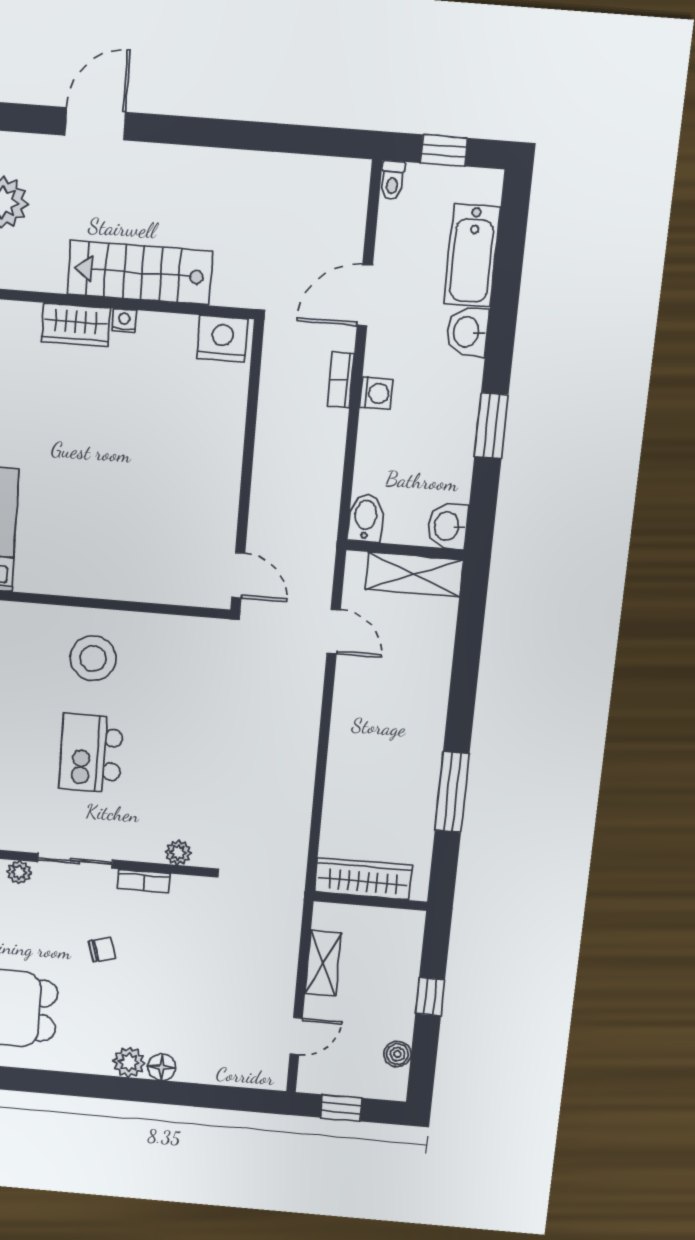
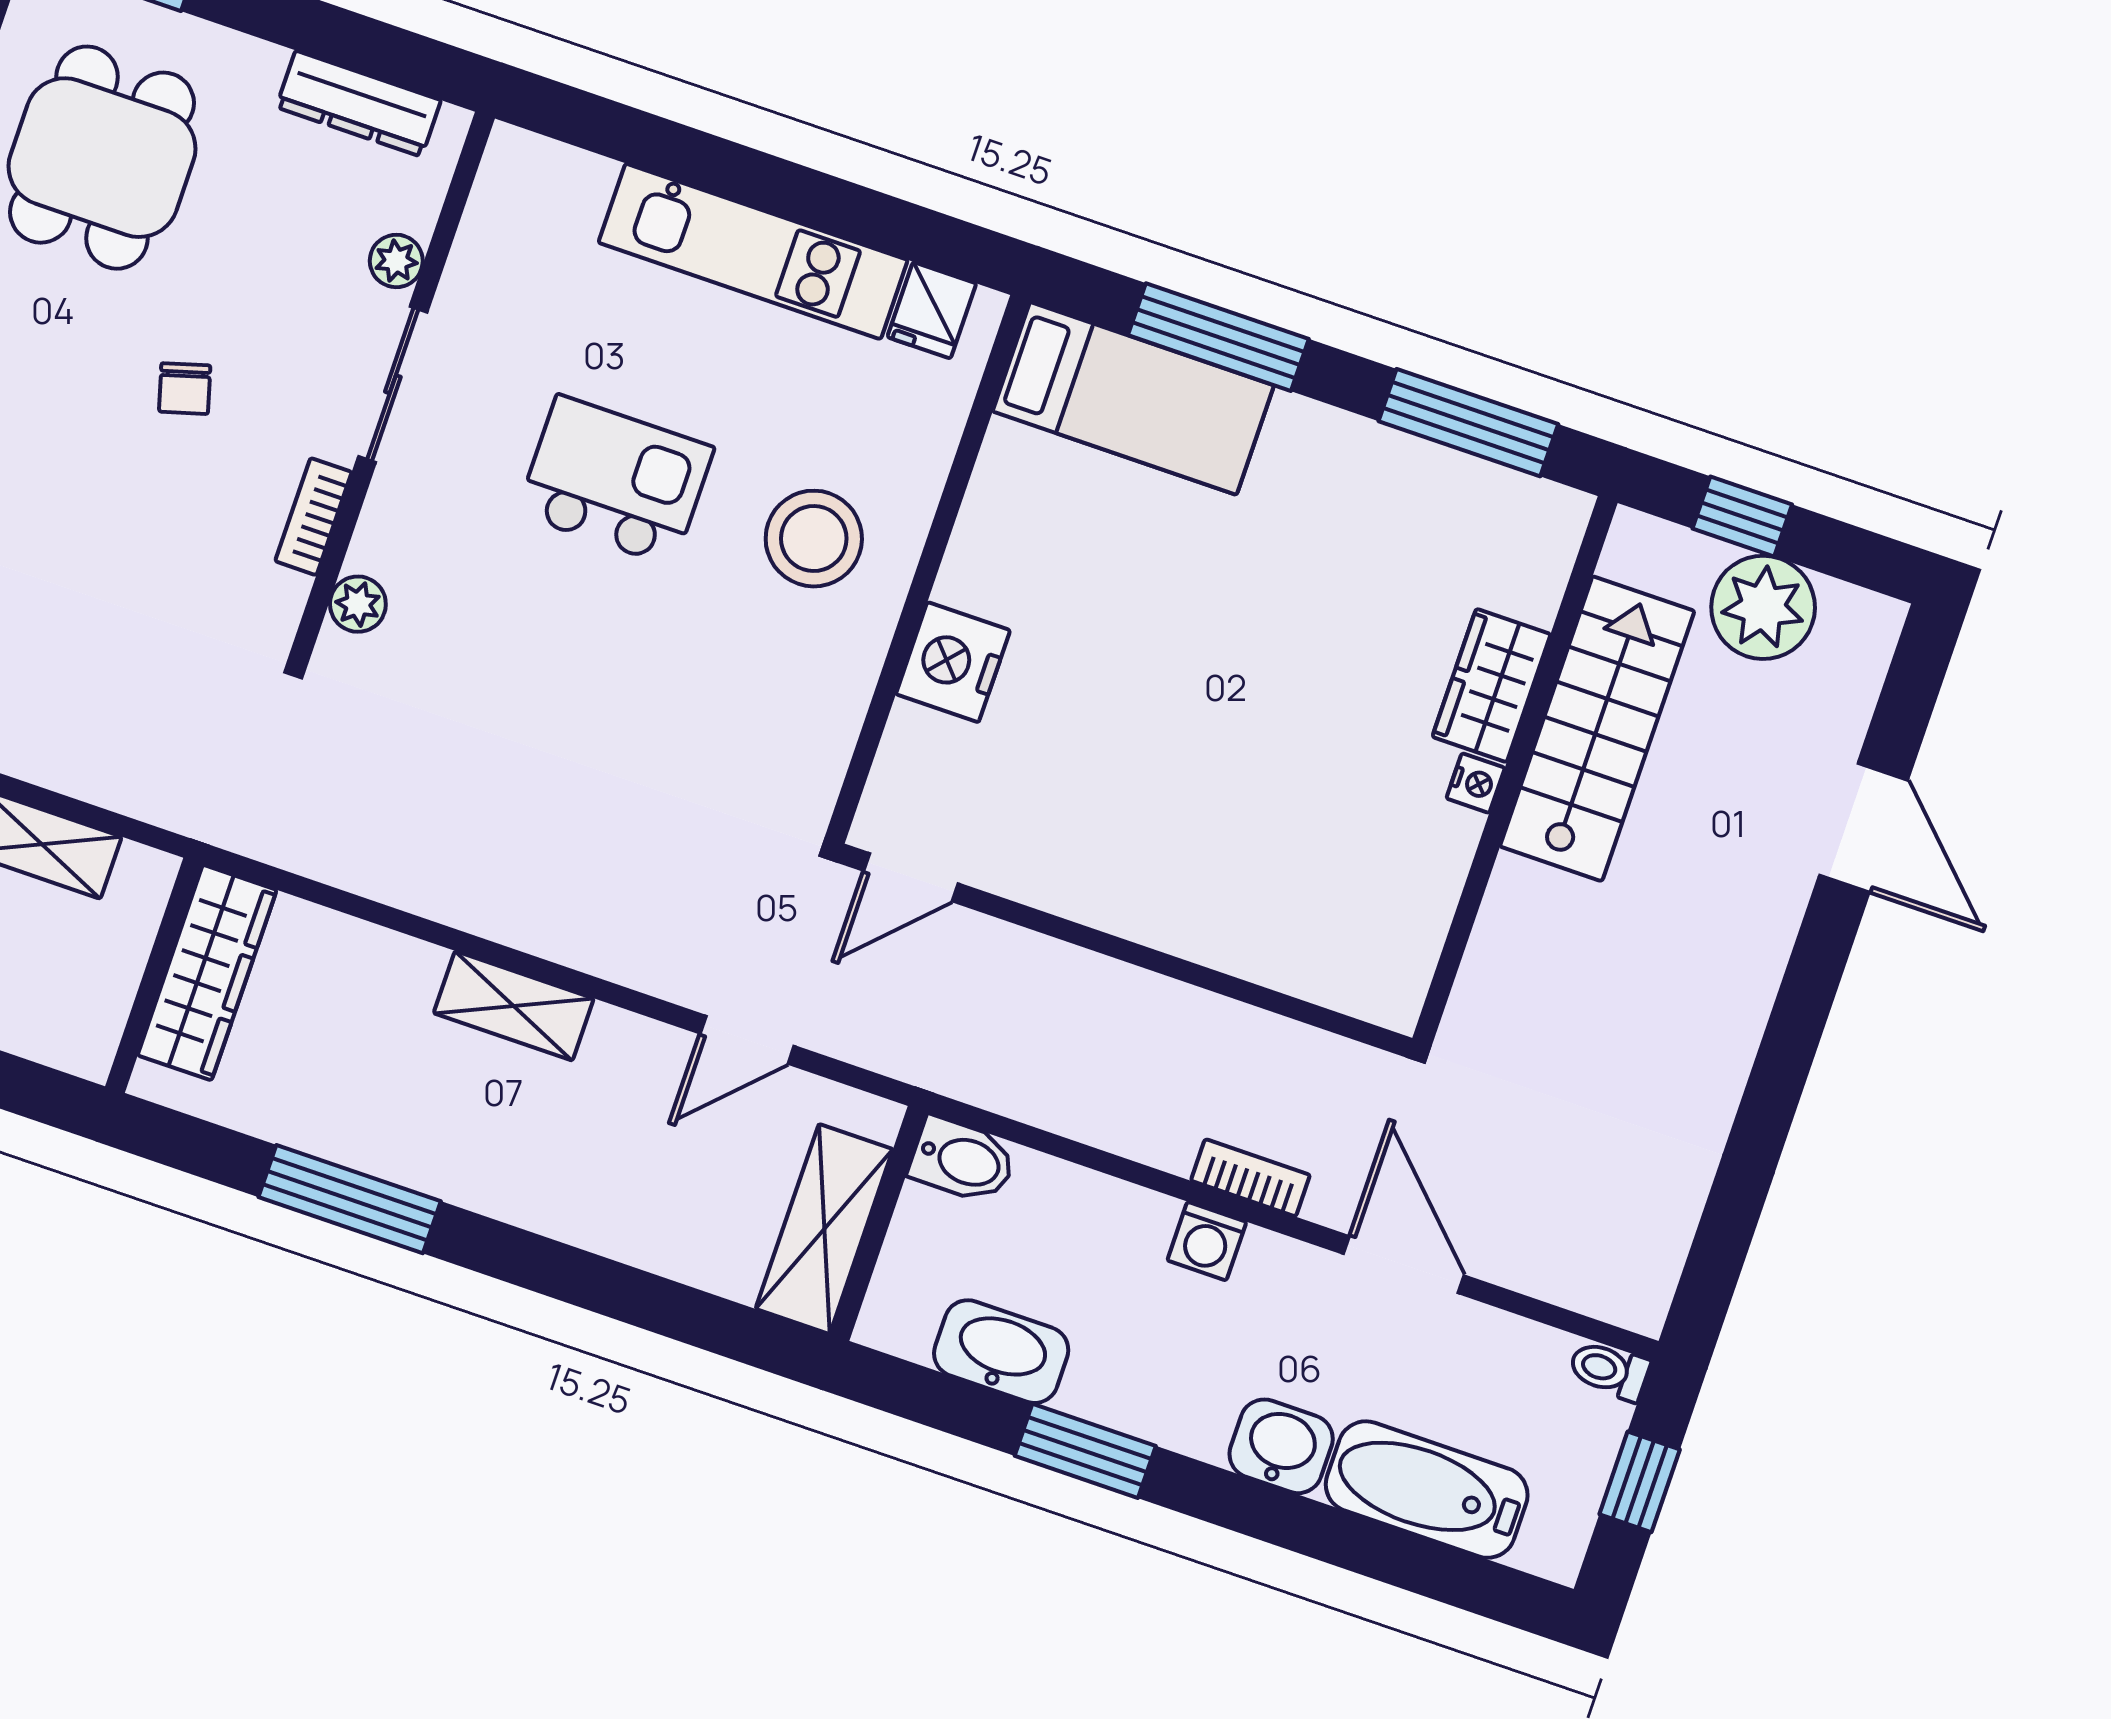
stairs: (140, 273) -> (1597, 729), moved
nightstand: (222, 339) -> (953, 662), moved, turned 180
washbasin: (448, 526) -> (1001, 1352), moved, width x1.38
shelving: (344, 741) -> (514, 1006), added

